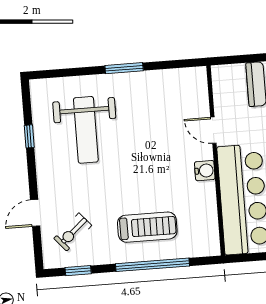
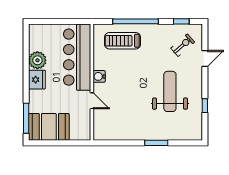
window: (124, 68) -> (156, 143), moved
weight bench: (86, 130) -> (170, 91), moved
treadmill: (147, 227) -> (123, 41), moved

